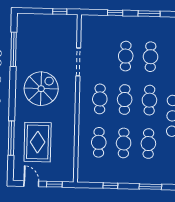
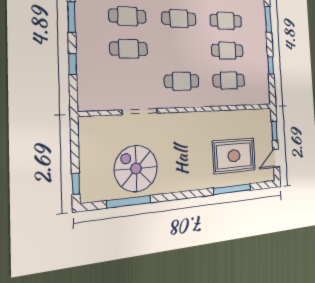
window: (60, 11) -> (76, 184), moved
spiral stairs: (41, 89) -> (136, 168), moved
cafe table: (125, 100) -> (180, 50), removed

